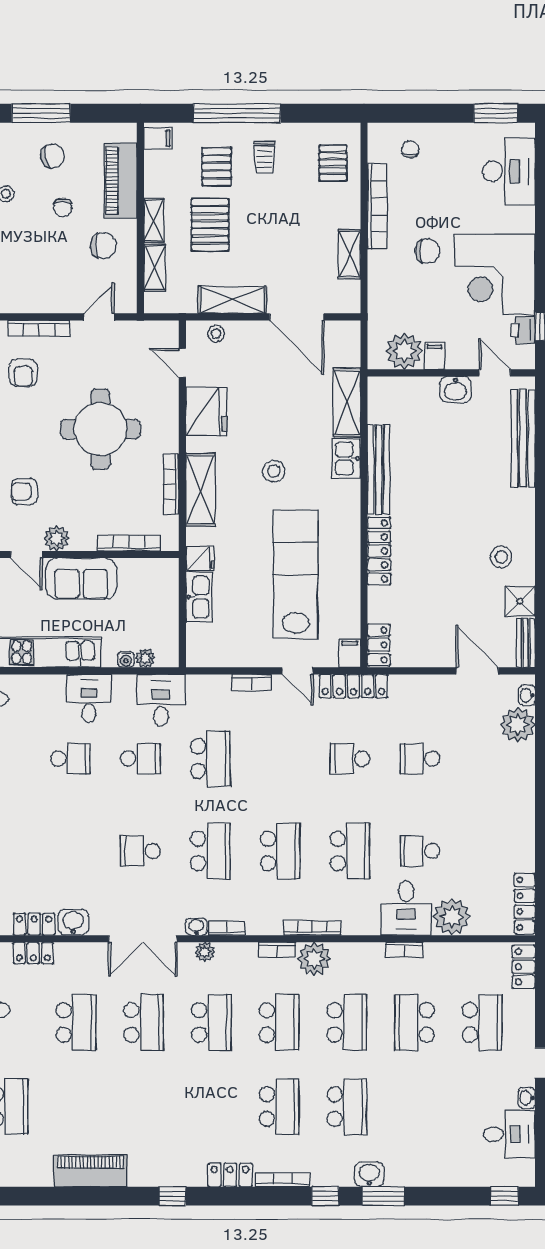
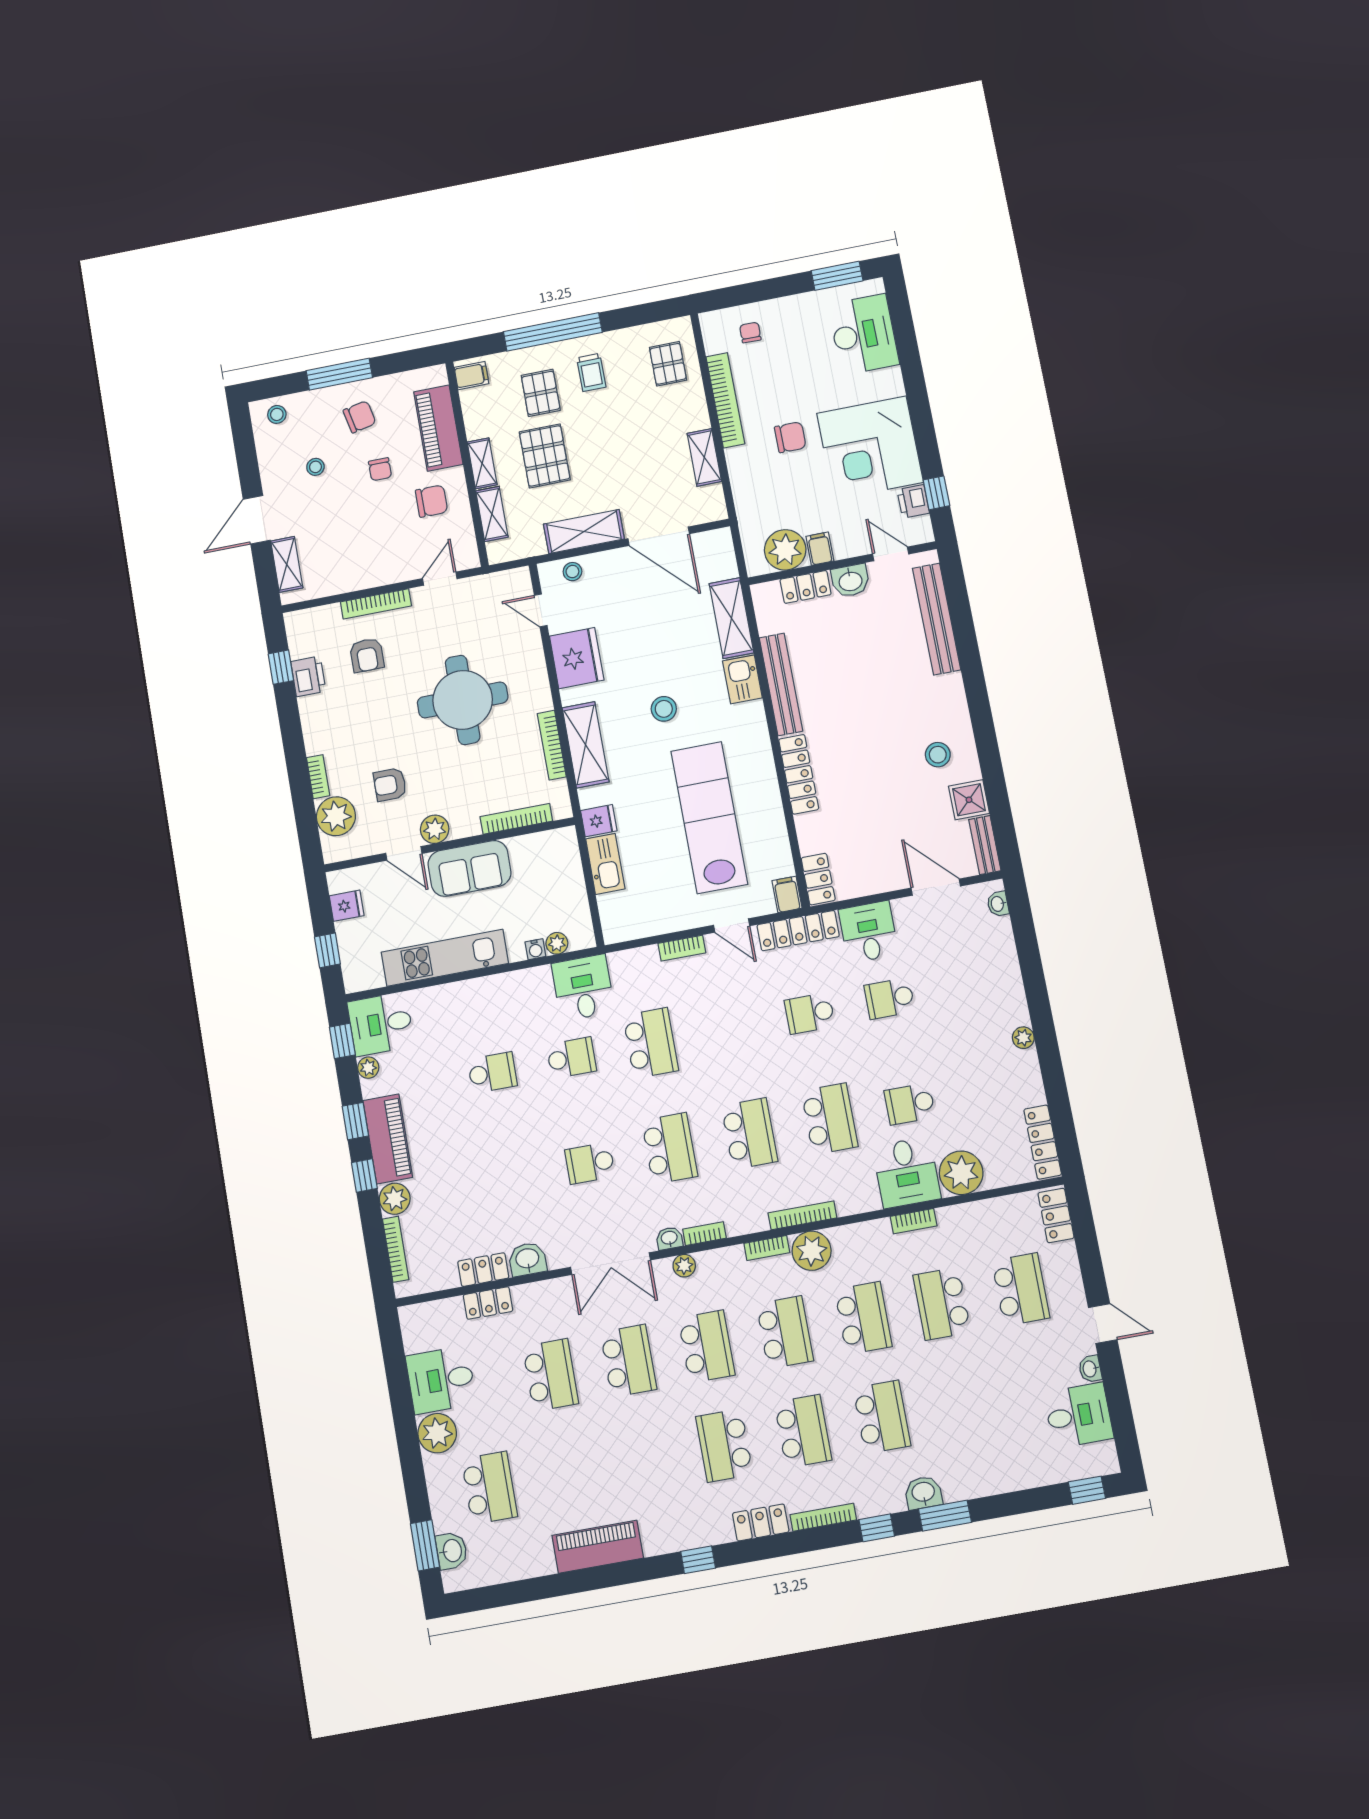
locker: (416, 388) -> (806, 587), added
desk: (89, 699) -> (869, 932), moved
plant: (518, 725) -> (1023, 1038), moved, width x0.53, depth x0.53
school desk: (211, 1107) -> (724, 1445), added

